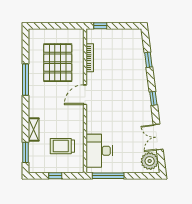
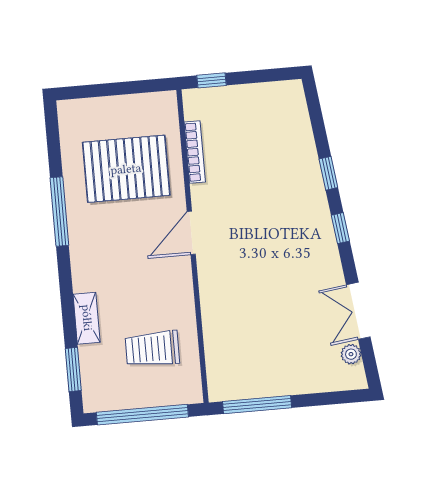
window: (148, 60) -> (328, 173), moved
pallet: (58, 63) -> (126, 169), turned 90
desk: (99, 151) -> (233, 352), removed
plant: (150, 161) -> (351, 354), width x0.53, depth x0.53
window: (55, 176) -> (142, 415), width x3.17

